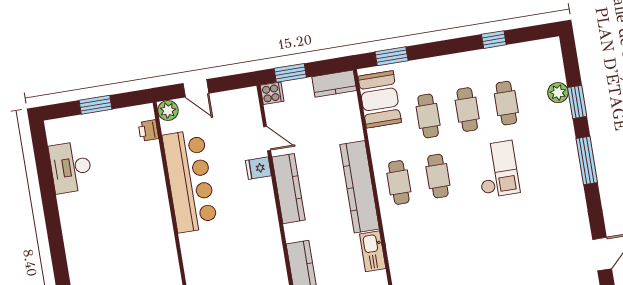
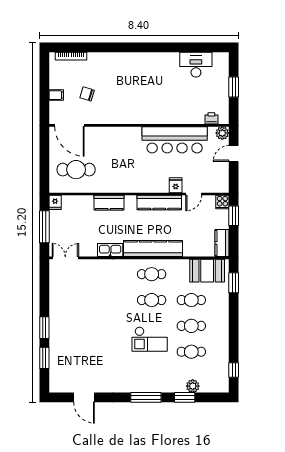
window: (494, 40) -> (234, 370), moved

